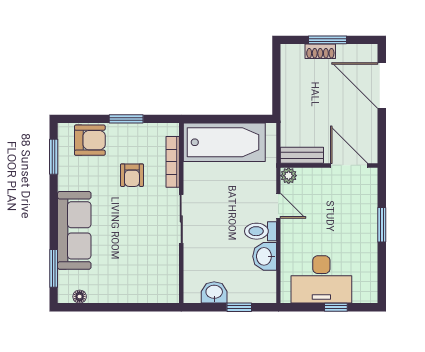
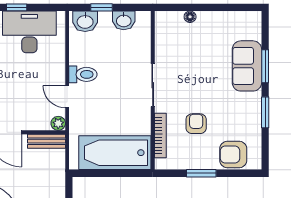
window: (54, 157) -> (265, 112), moved
sofa: (74, 230) -> (247, 66), width x0.73
washbasin: (265, 256) -> (85, 21), moved, turned 90
window: (54, 268) -> (265, 66), moved
floor lamp: (80, 297) -> (190, 17), moved

